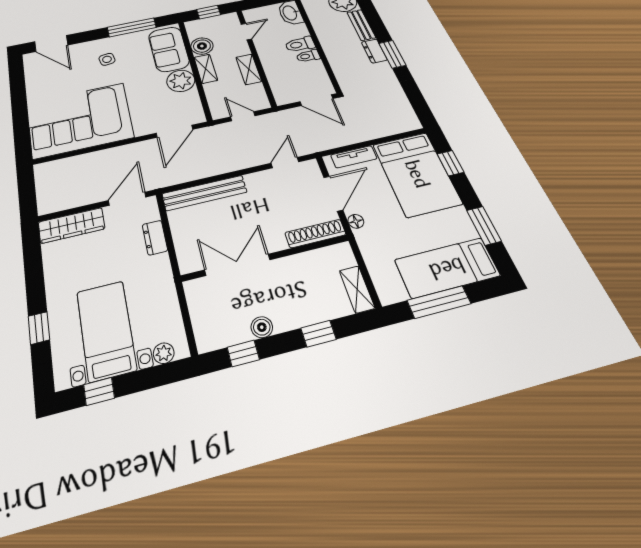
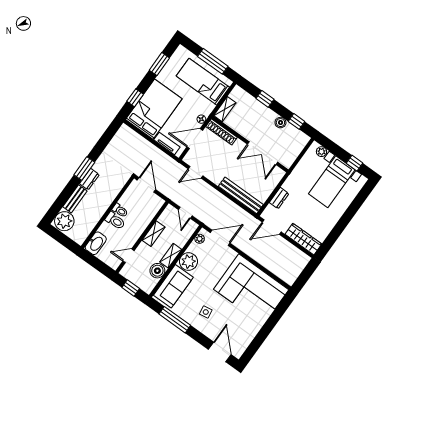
plant: (196, 109) -> (200, 239), added
bed: (447, 268) -> (203, 82), moved, turned 180
shelving: (357, 289) -> (225, 109), moved
window: (39, 328) -> (353, 209), removed

